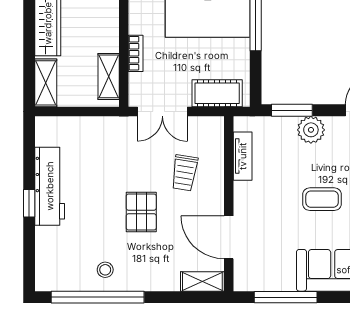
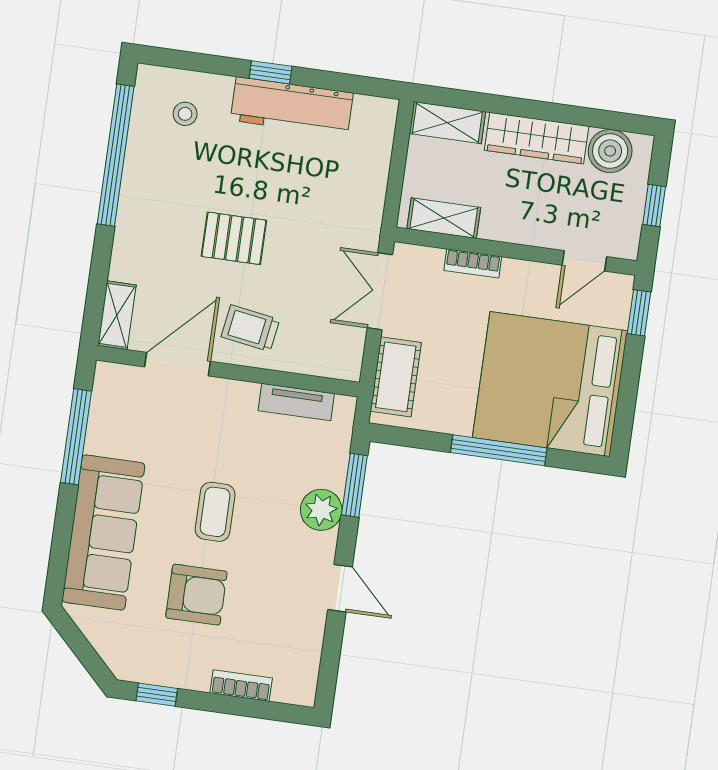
trolley: (184, 173) -> (250, 328), moved
stool: (105, 270) -> (185, 114), moved

